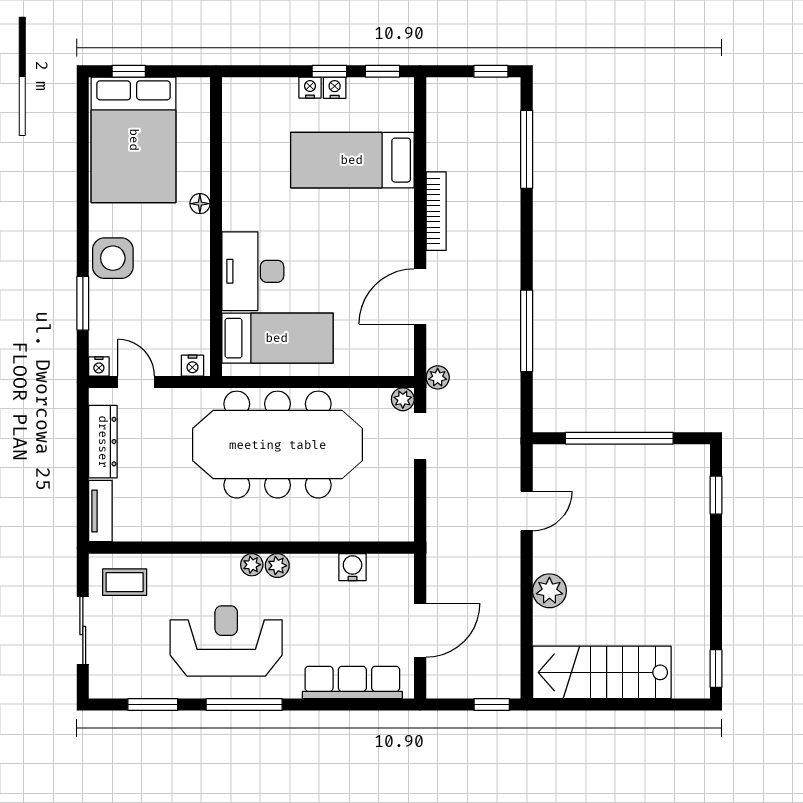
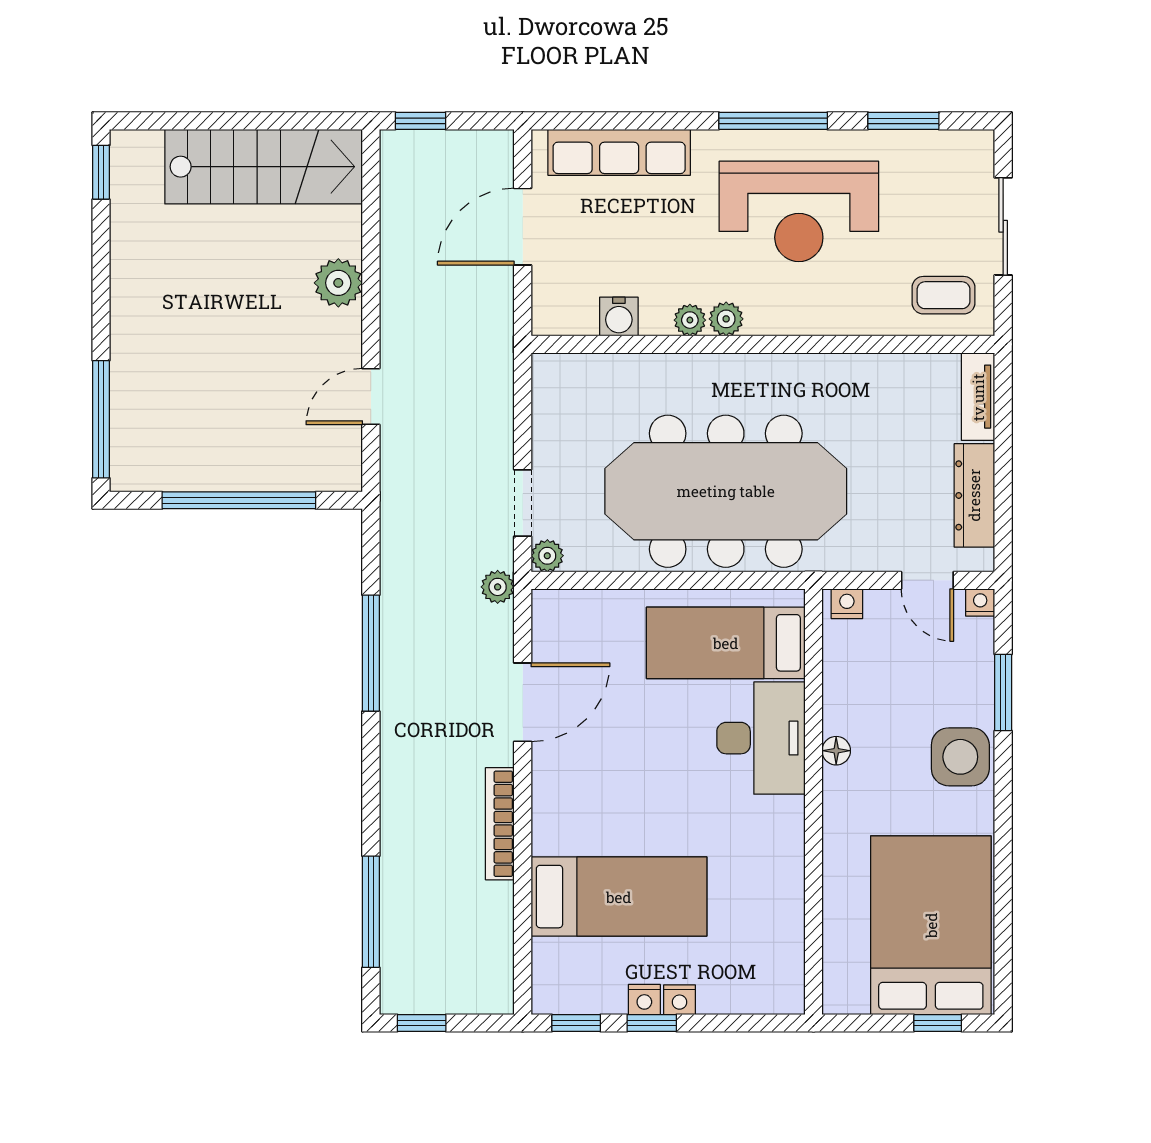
floor lamp: (200, 204) -> (836, 751), moved
window: (716, 495) -> (101, 419), width x2.17
plant: (252, 565) -> (690, 320), moved

